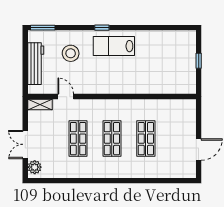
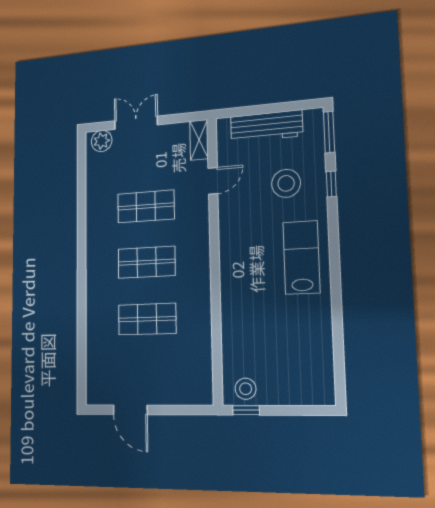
window: (102, 28) -> (331, 184), moved
window: (199, 61) -> (246, 410), moved
stool: (187, 80) -> (246, 389), added

